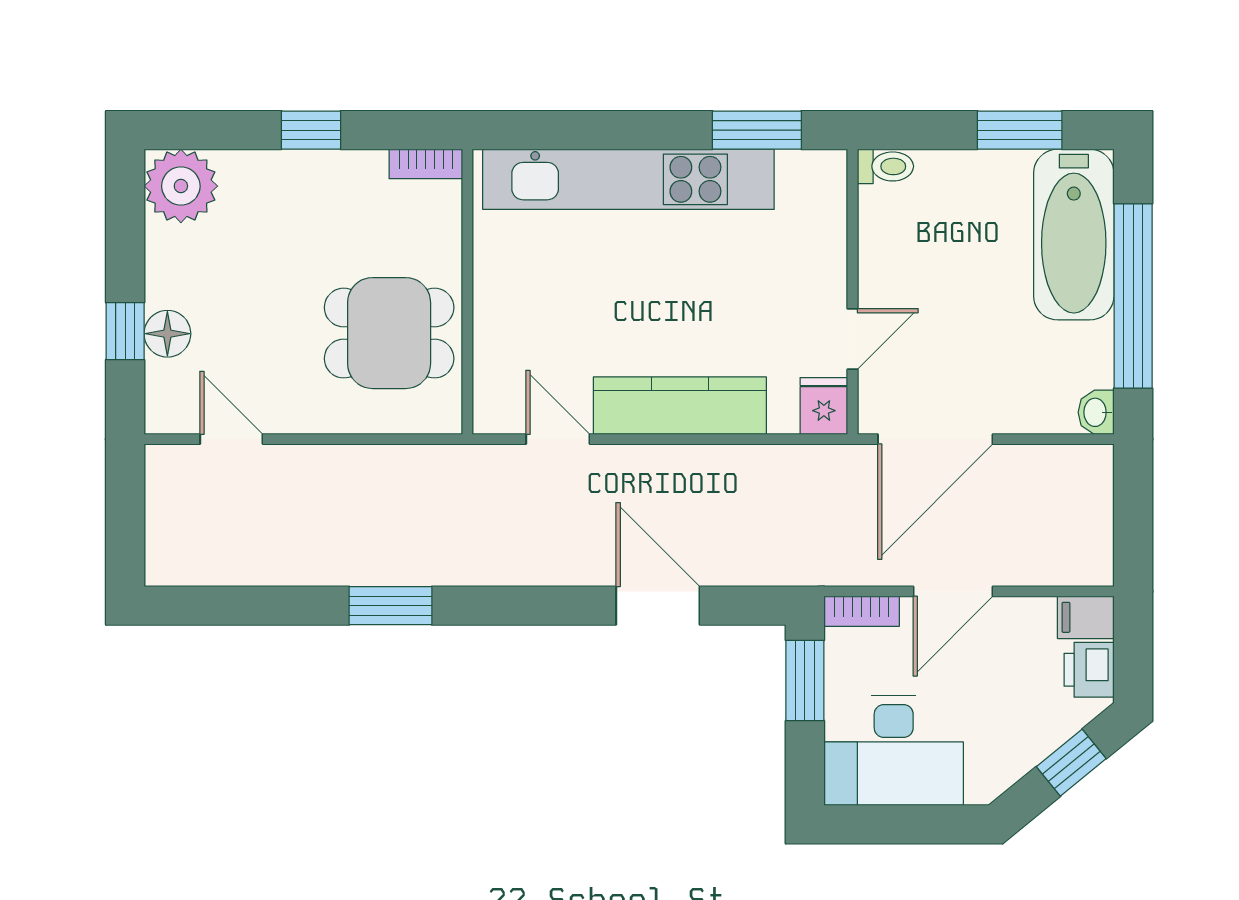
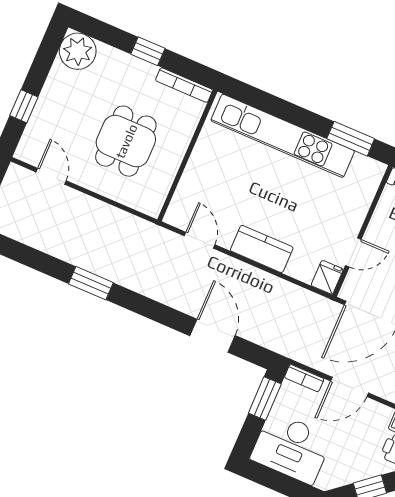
bookcase: (426, 164) -> (184, 85), width x1.56
dining table: (389, 333) -> (126, 141), moved, turned 90
floor lamp: (167, 334) -> (43, 116), removed
kitchen counter: (680, 406) -> (262, 249), width x0.67

